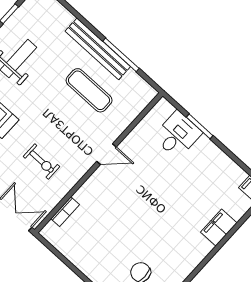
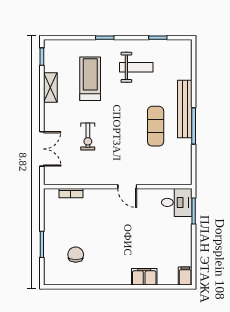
door: (107, 154) -> (127, 187), moved
wall: (99, 163) -> (118, 187), moved
bookcase: (65, 212) -> (71, 193), moved

